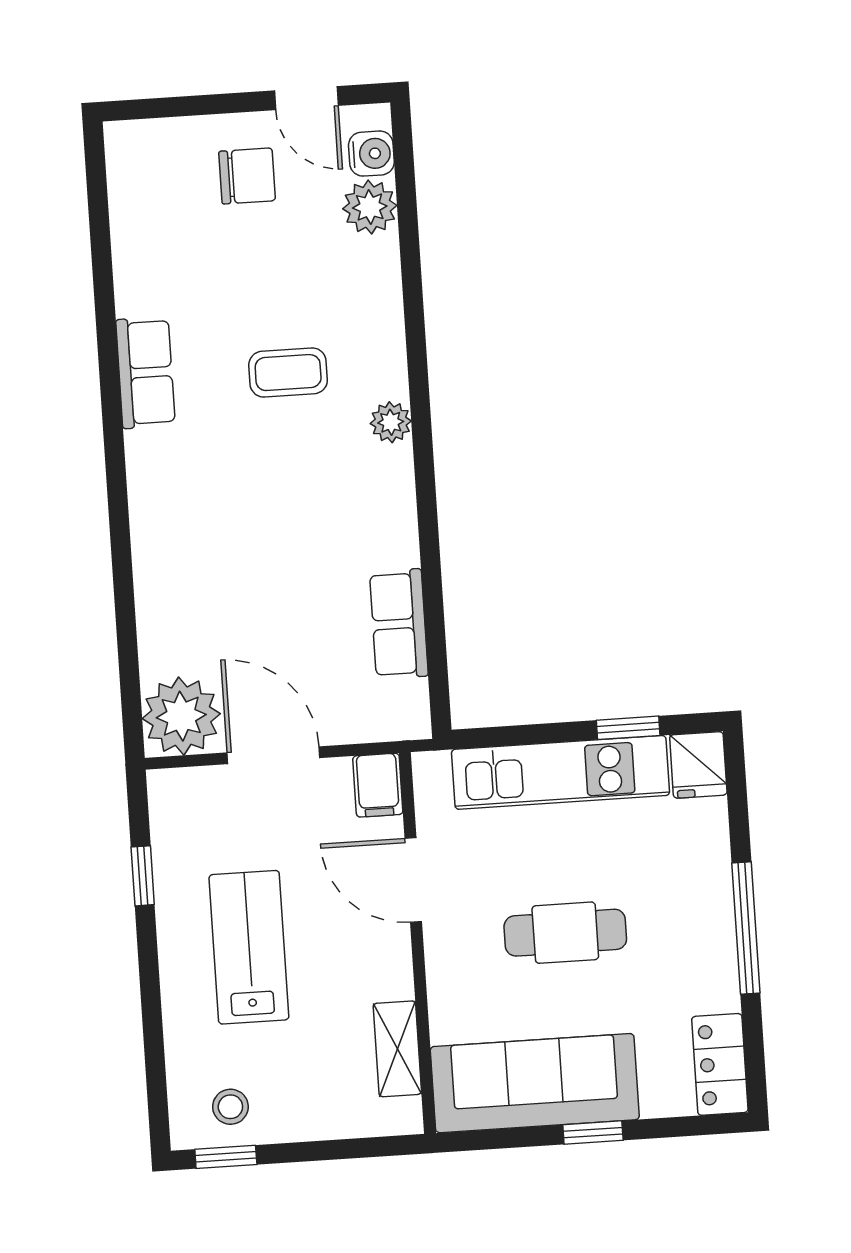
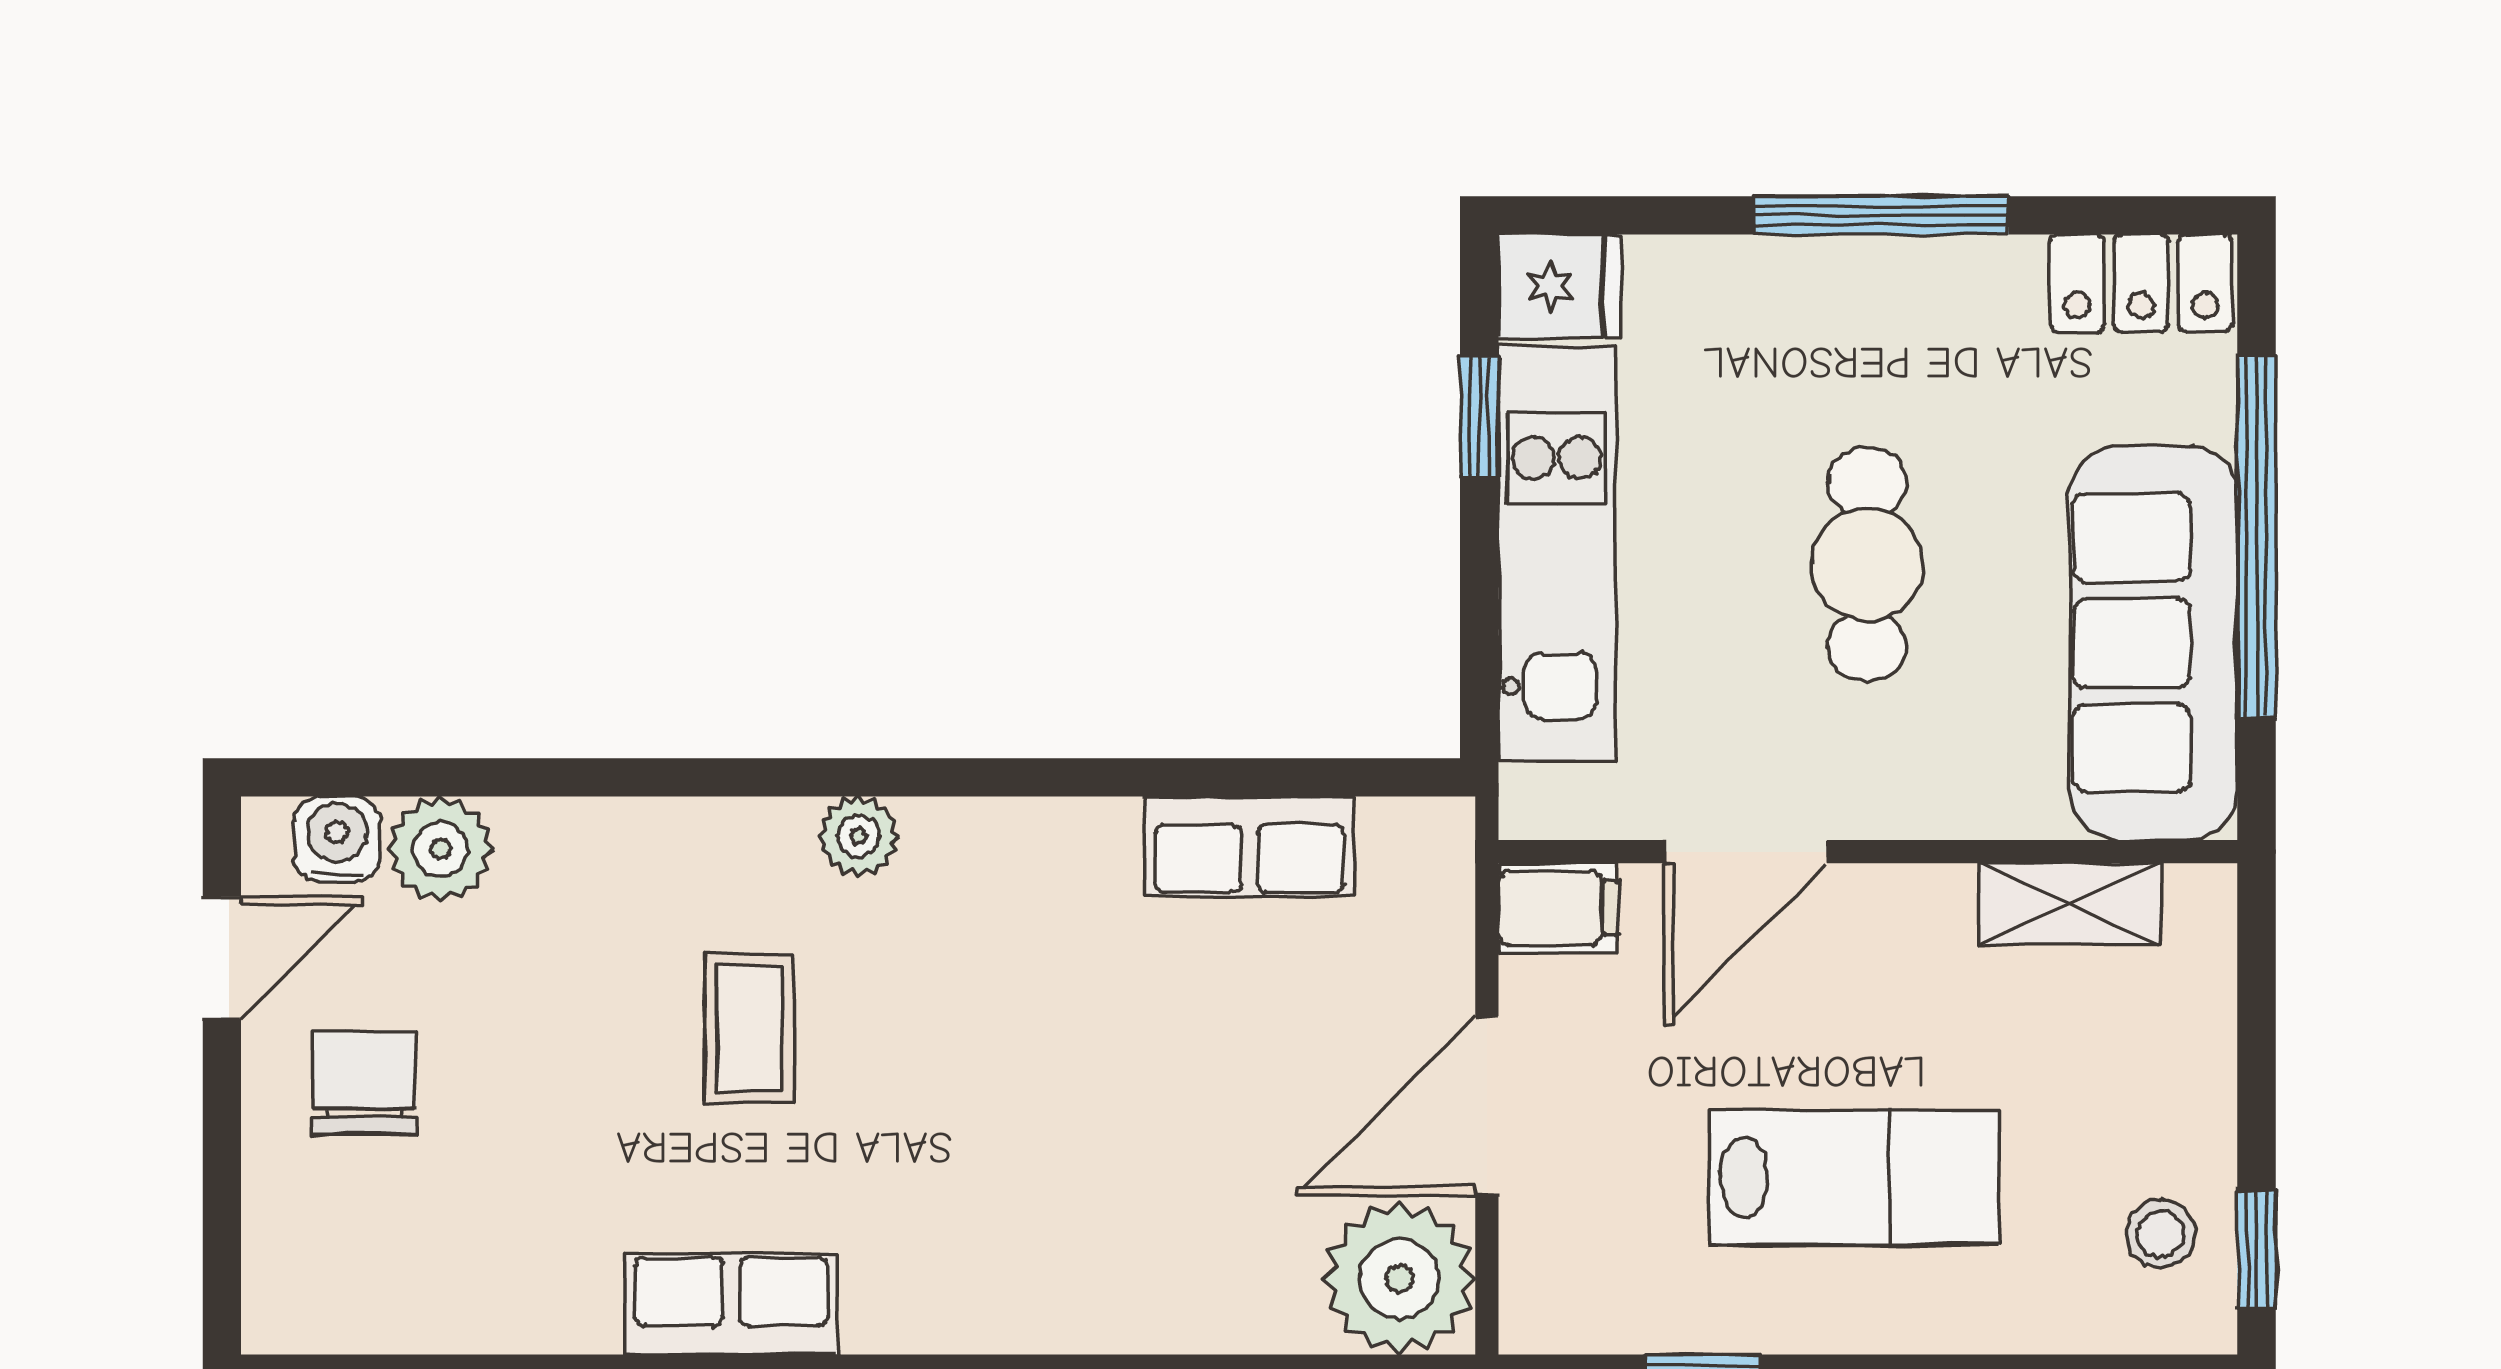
lab bench: (249, 947) -> (1855, 1178), turned 180
window: (593, 1133) -> (2257, 537), width x3.17

